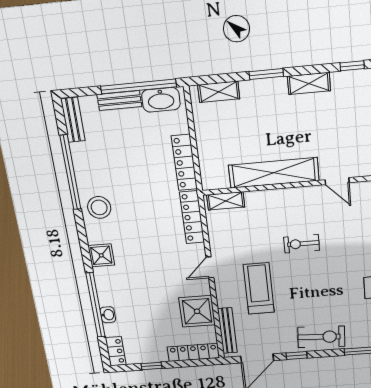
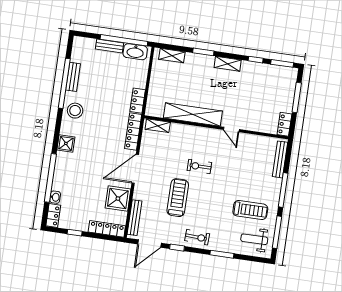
bench: (73, 120) -> (73, 77), moved
locker: (184, 163) -> (138, 101), width x0.66
door: (210, 267) -> (135, 169), width x1.87
treadmill: (259, 289) -> (178, 198), moved
washbasin: (108, 315) -> (55, 197), moved
exercise bike: (321, 337) -> (197, 237), width x0.73, depth x0.72

